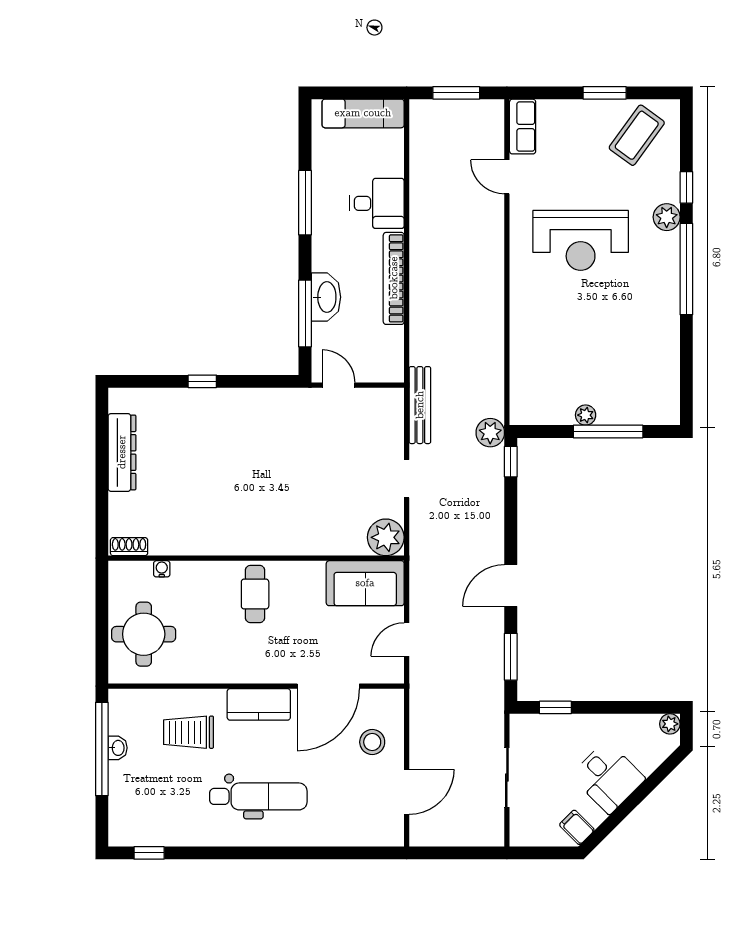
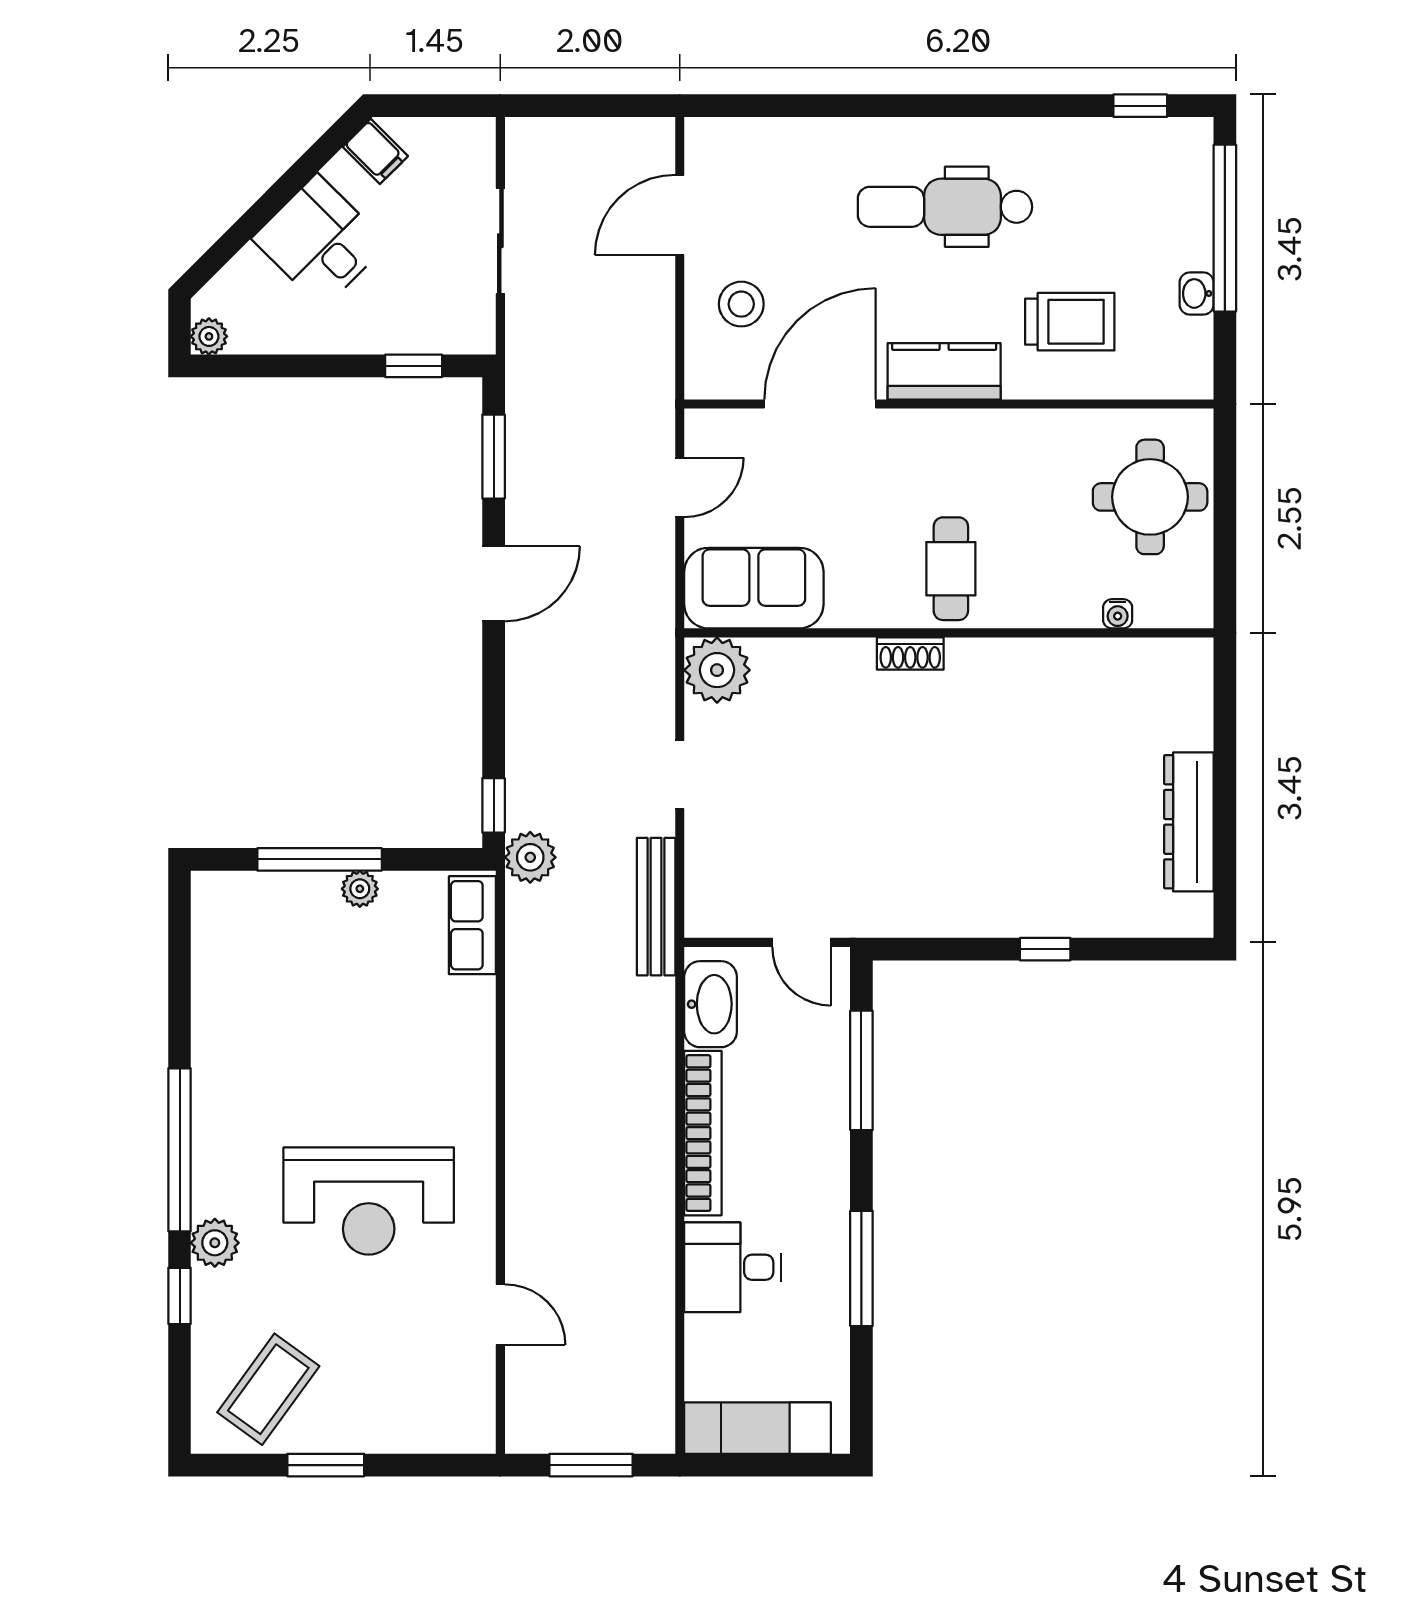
row of seats: (523, 127) -> (472, 925), moved
reception desk: (581, 240) -> (369, 1201), turned 180
washbasin: (326, 297) -> (711, 1004), moved, turned 180
shoe rack: (129, 547) -> (910, 653), moved
window: (102, 749) -> (1225, 228), moved

